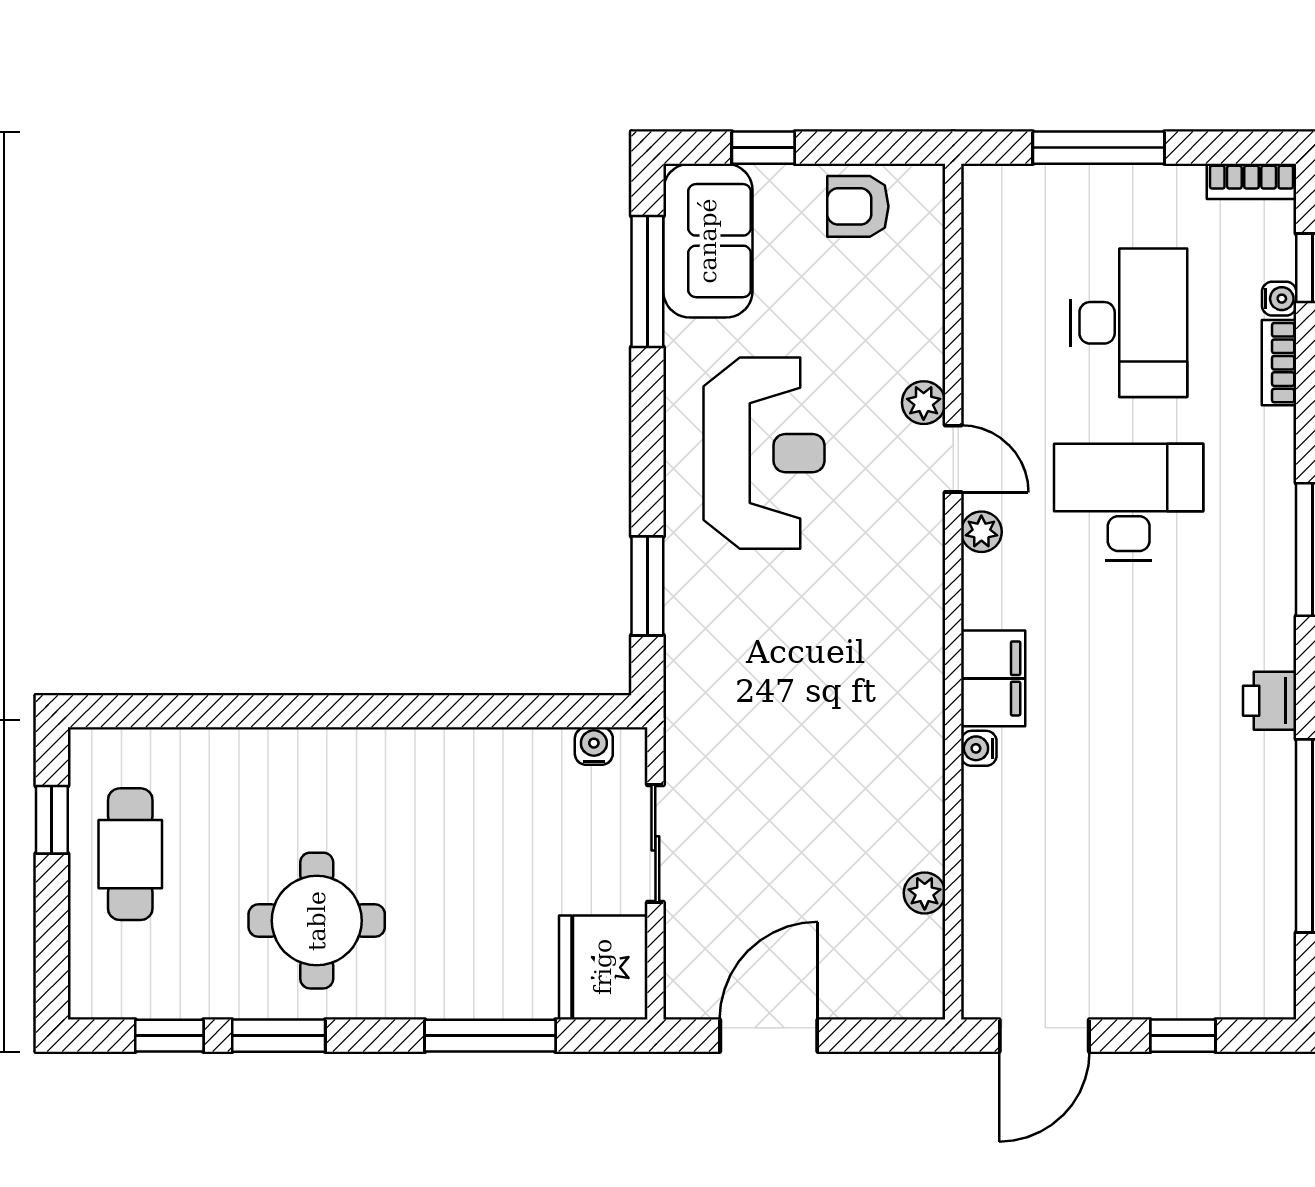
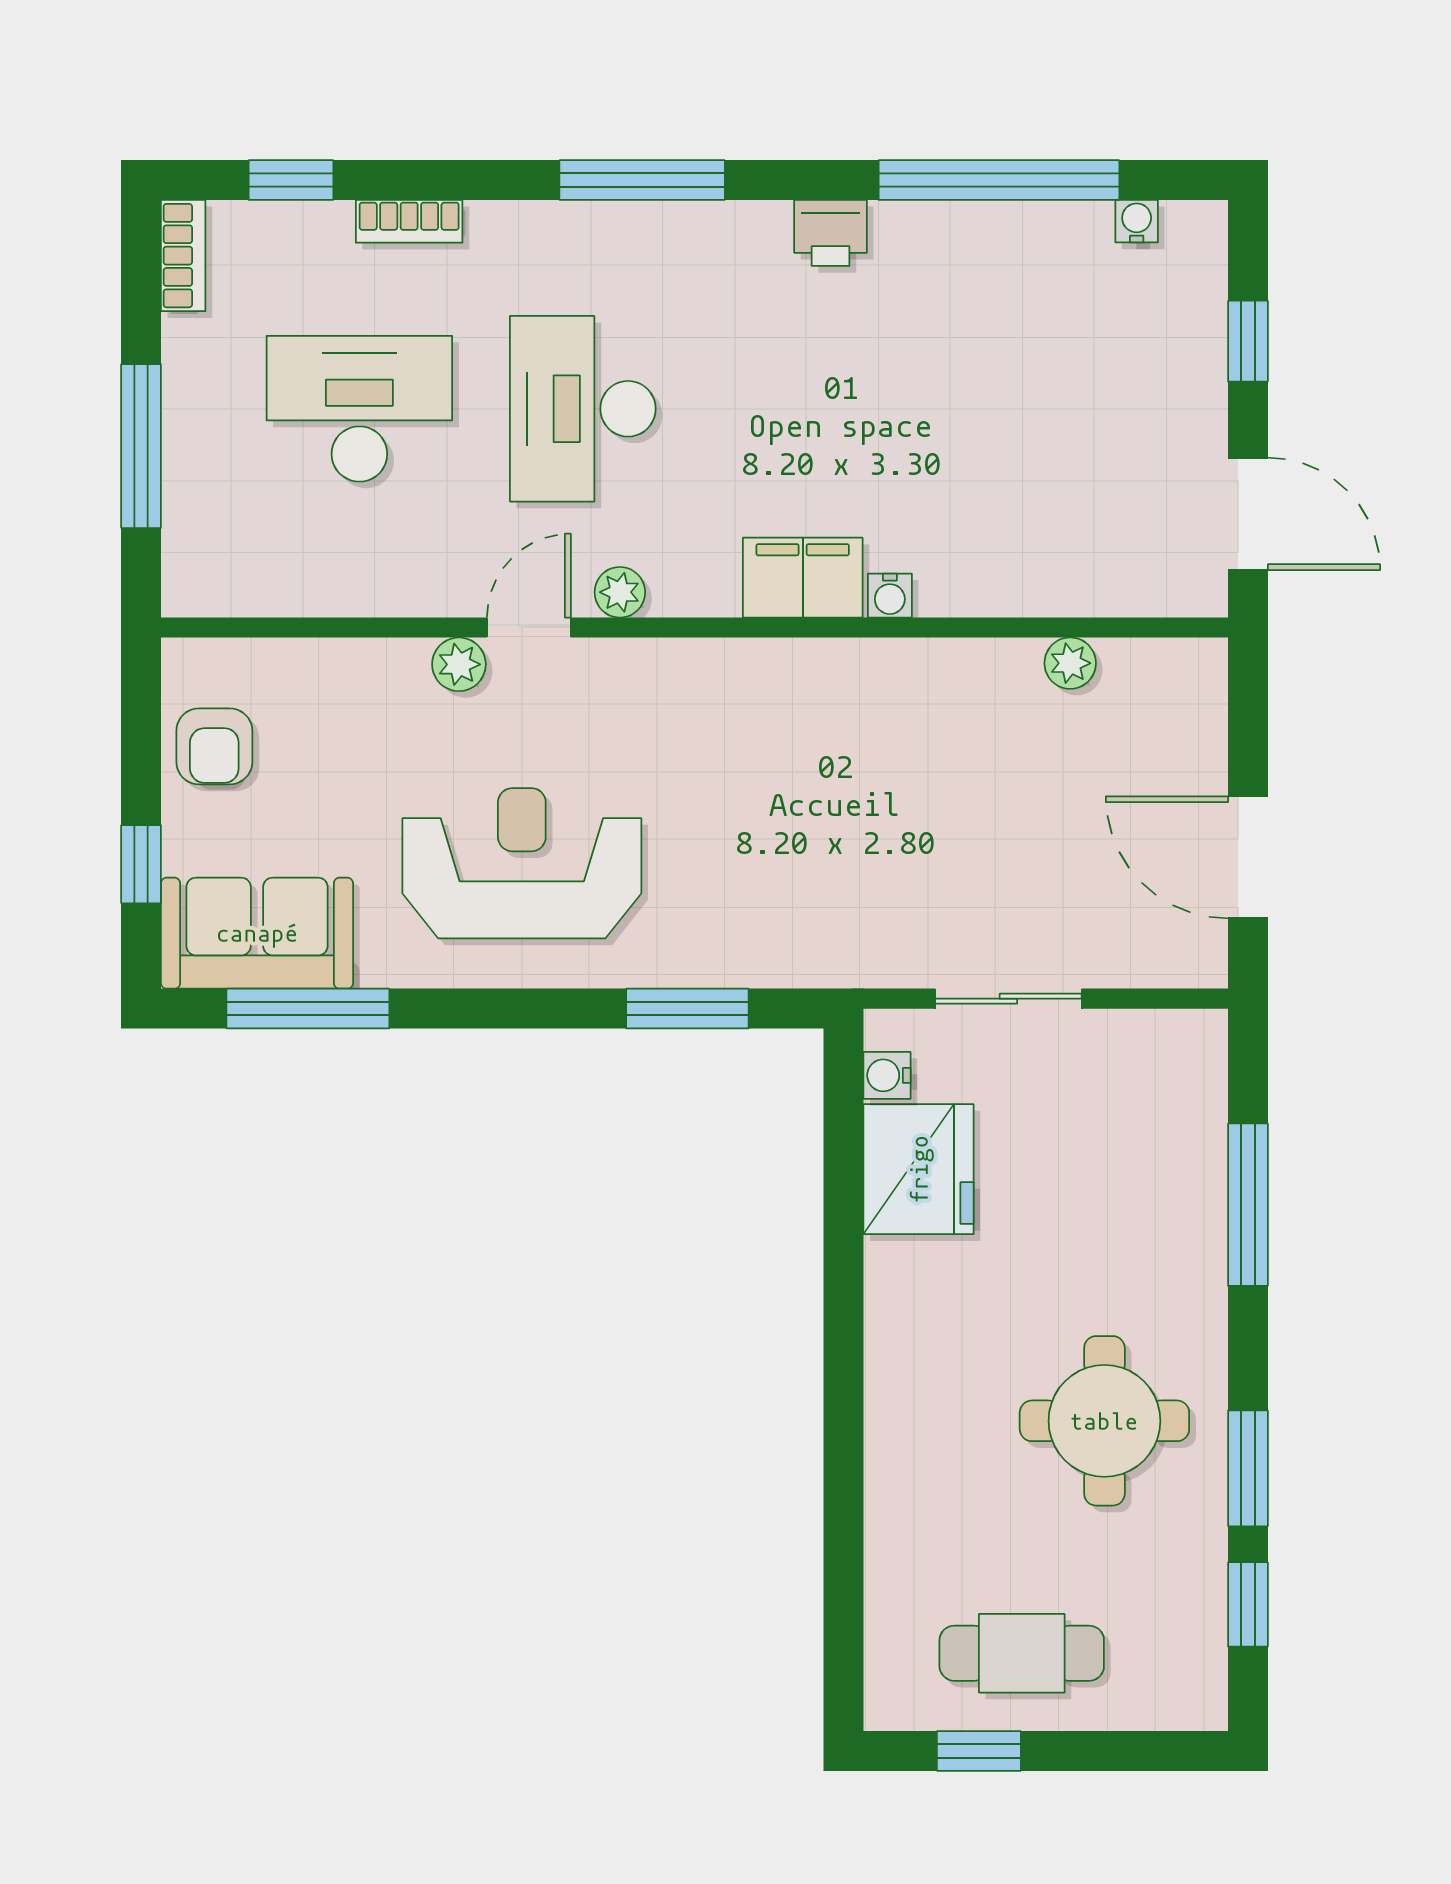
water cooler: (1279, 299) -> (1137, 221), moved
fridge: (603, 967) -> (919, 1169), moved, turned -90

